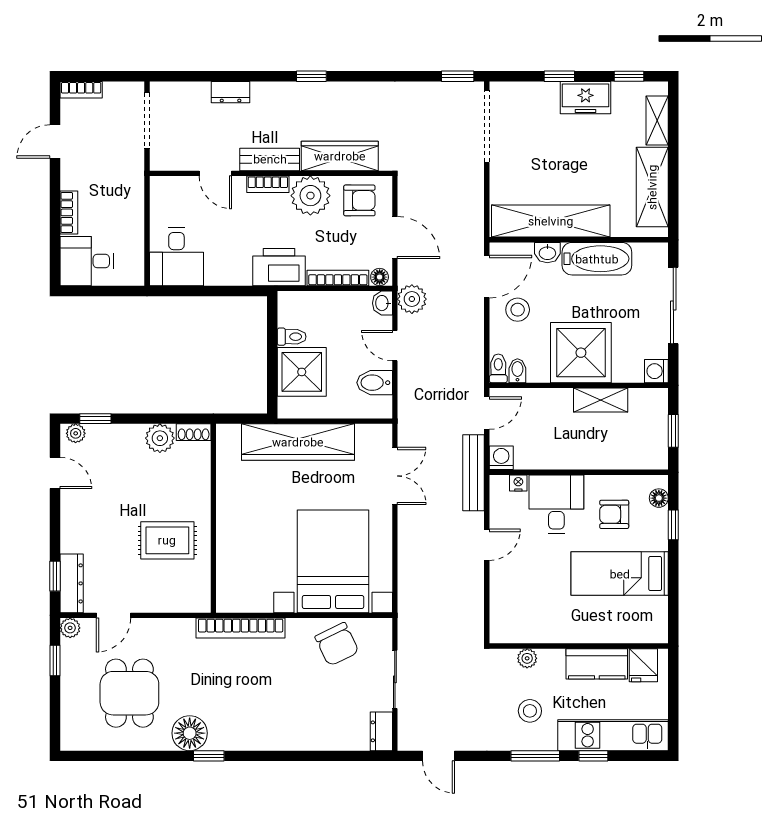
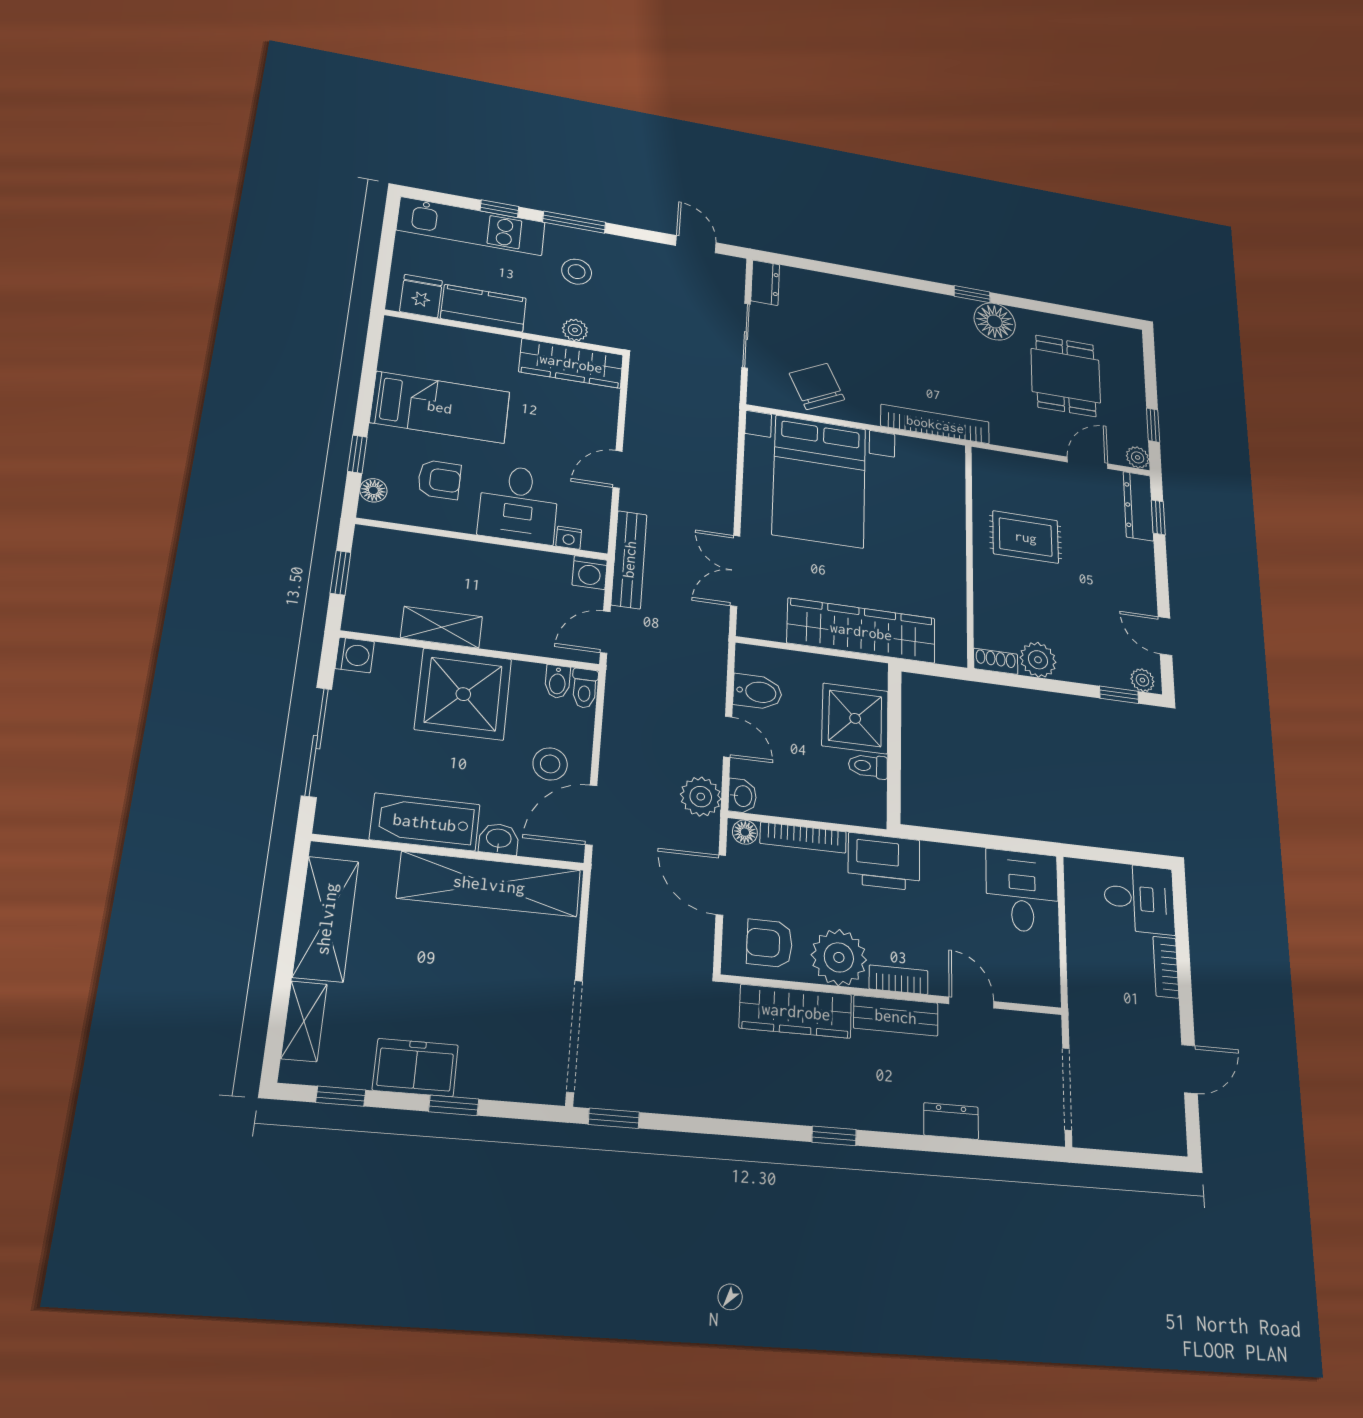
bookcase: (81, 90) -> (1159, 1142), removed
wardrobe: (528, 629) -> (571, 363), added

